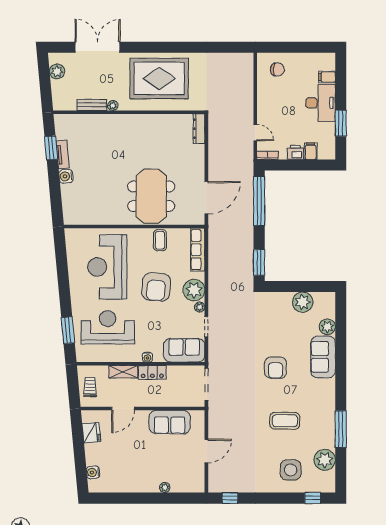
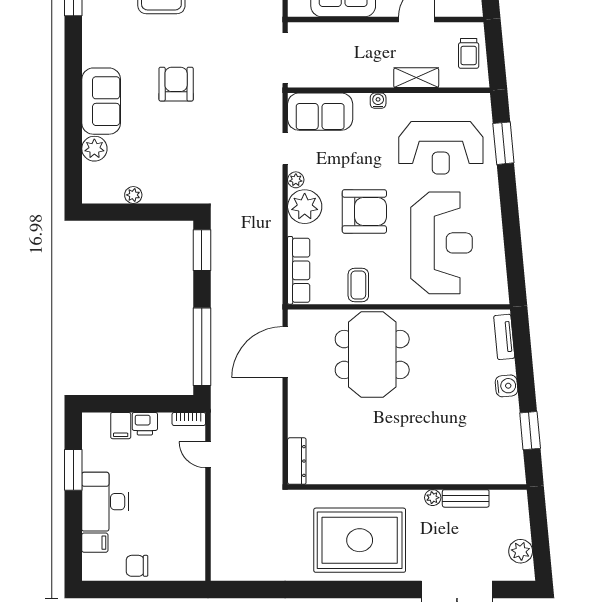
chair: (277, 69) -> (137, 566), moved
tv unit: (63, 155) -> (504, 337), moved
armchair: (156, 287) -> (364, 211), turned 85
plant: (303, 302) -> (133, 195), width x0.53, depth x0.53
locker: (152, 372) -> (370, 77), removed

